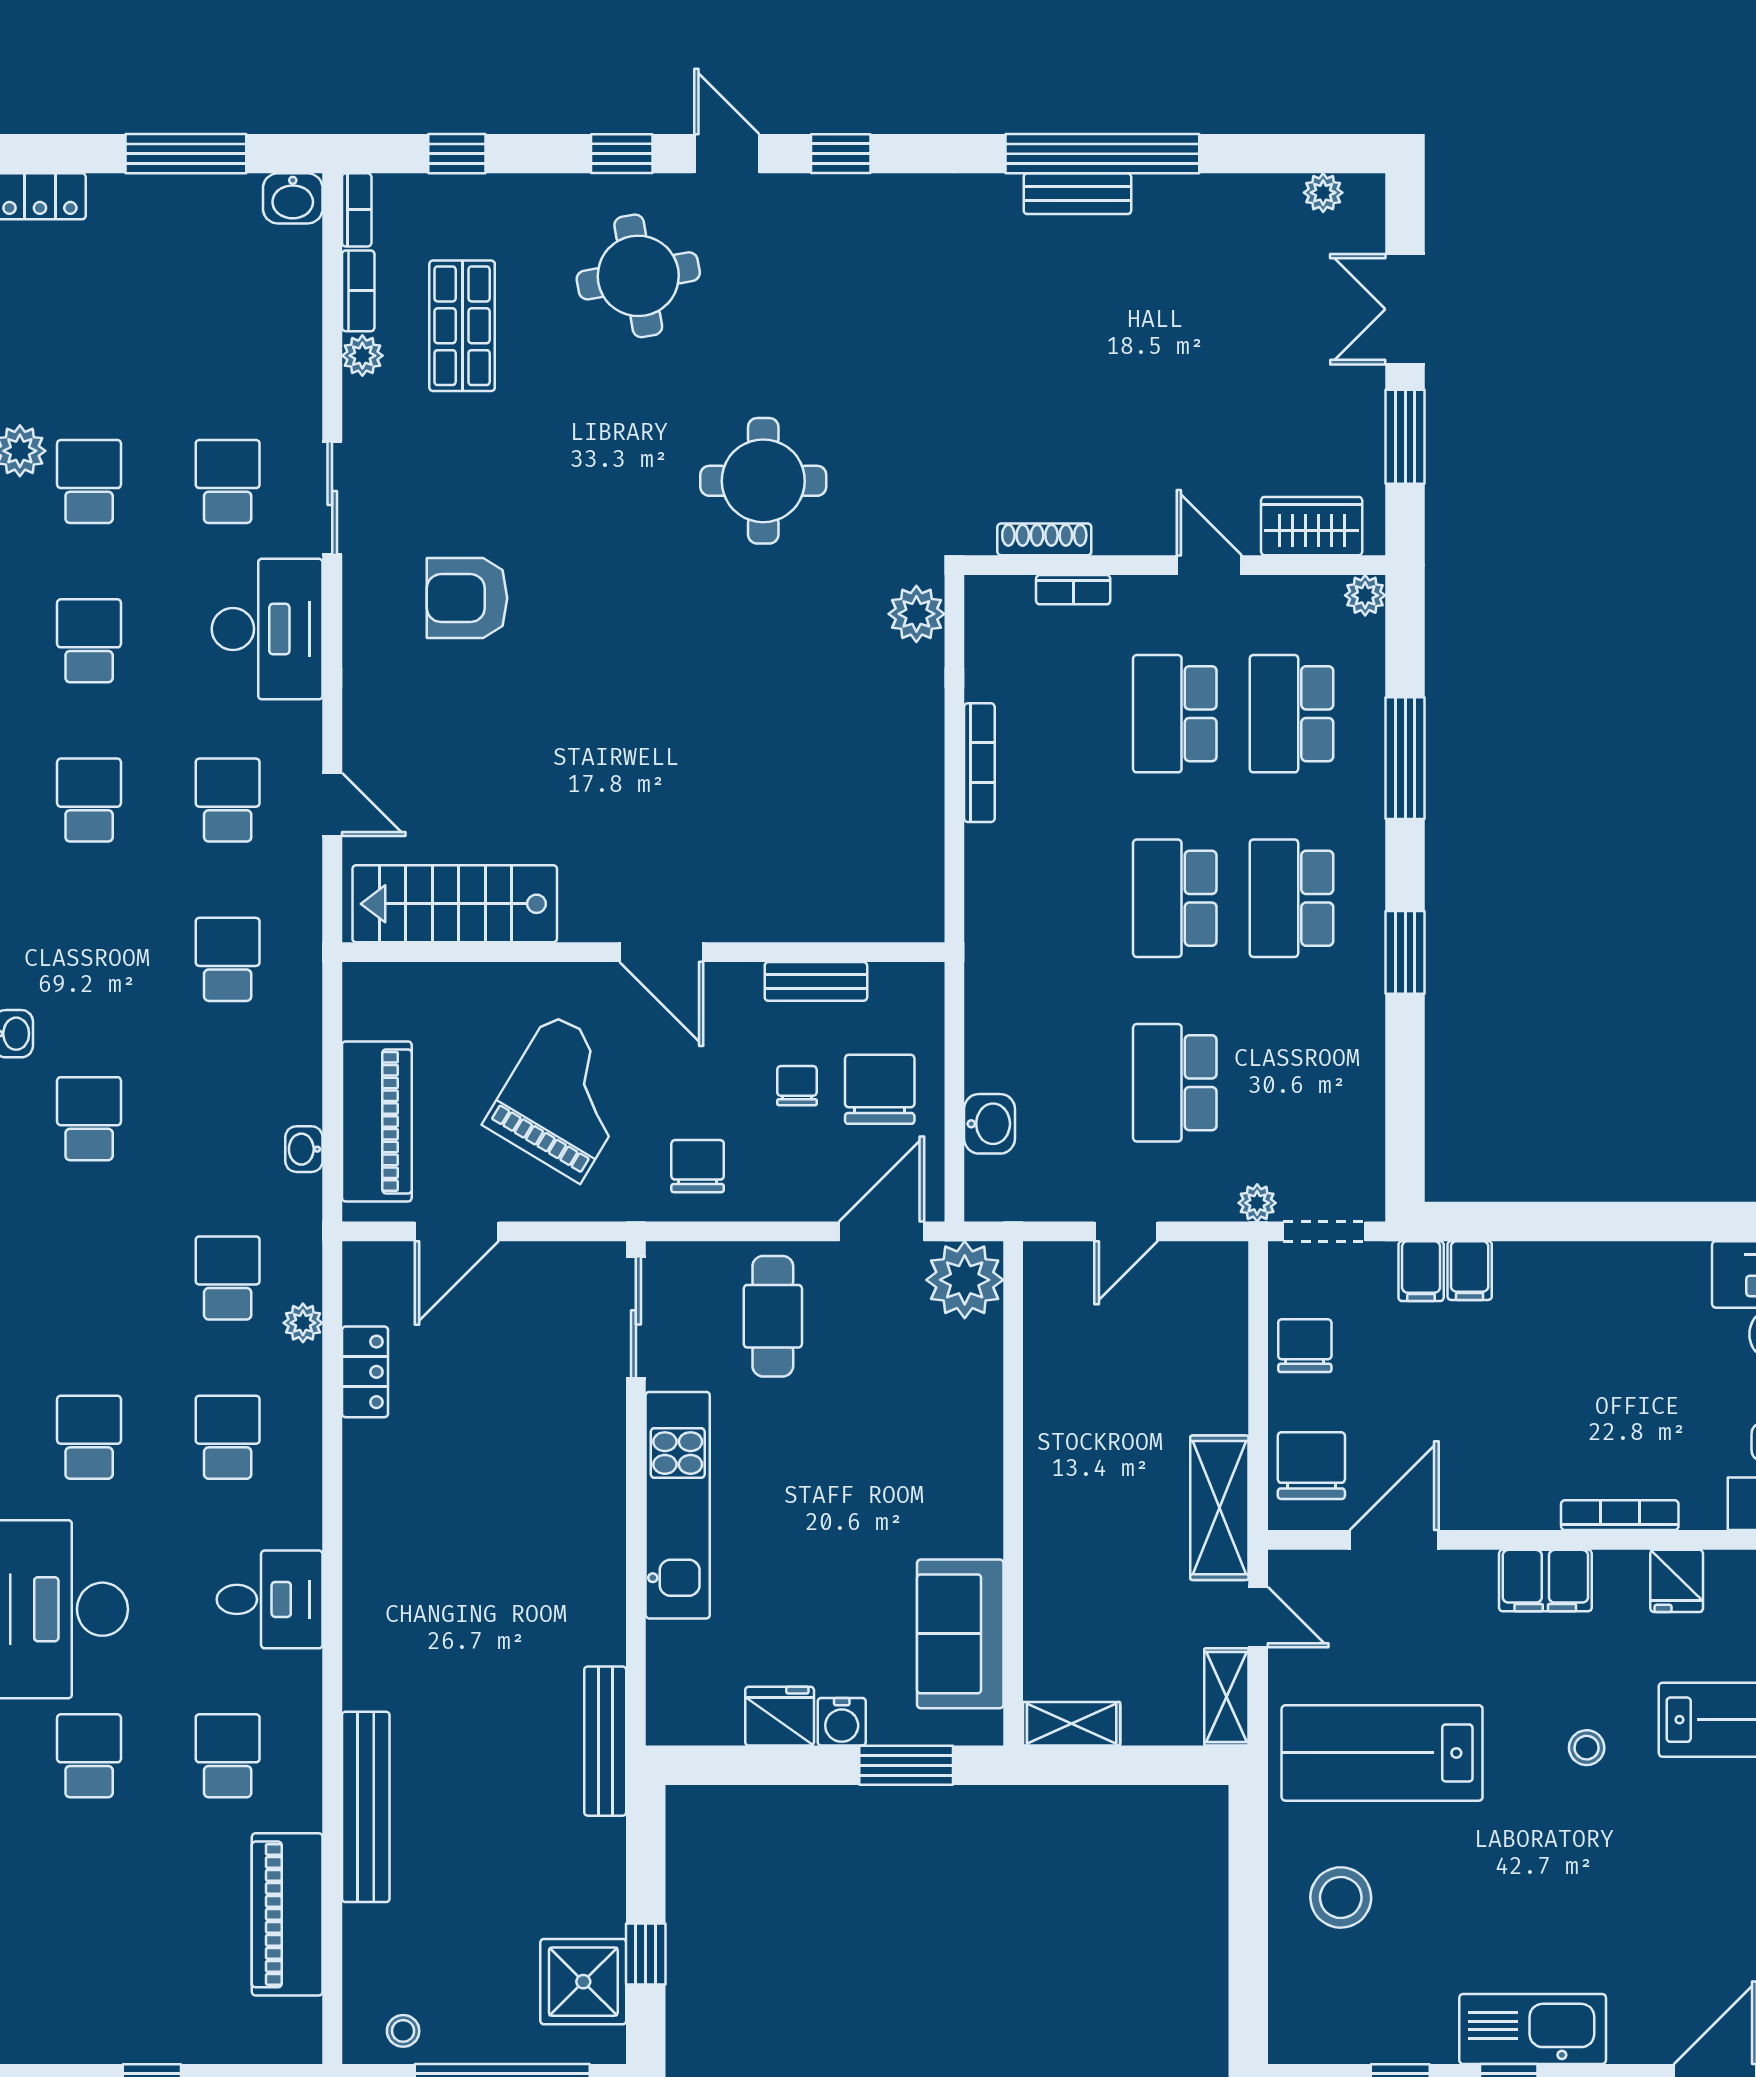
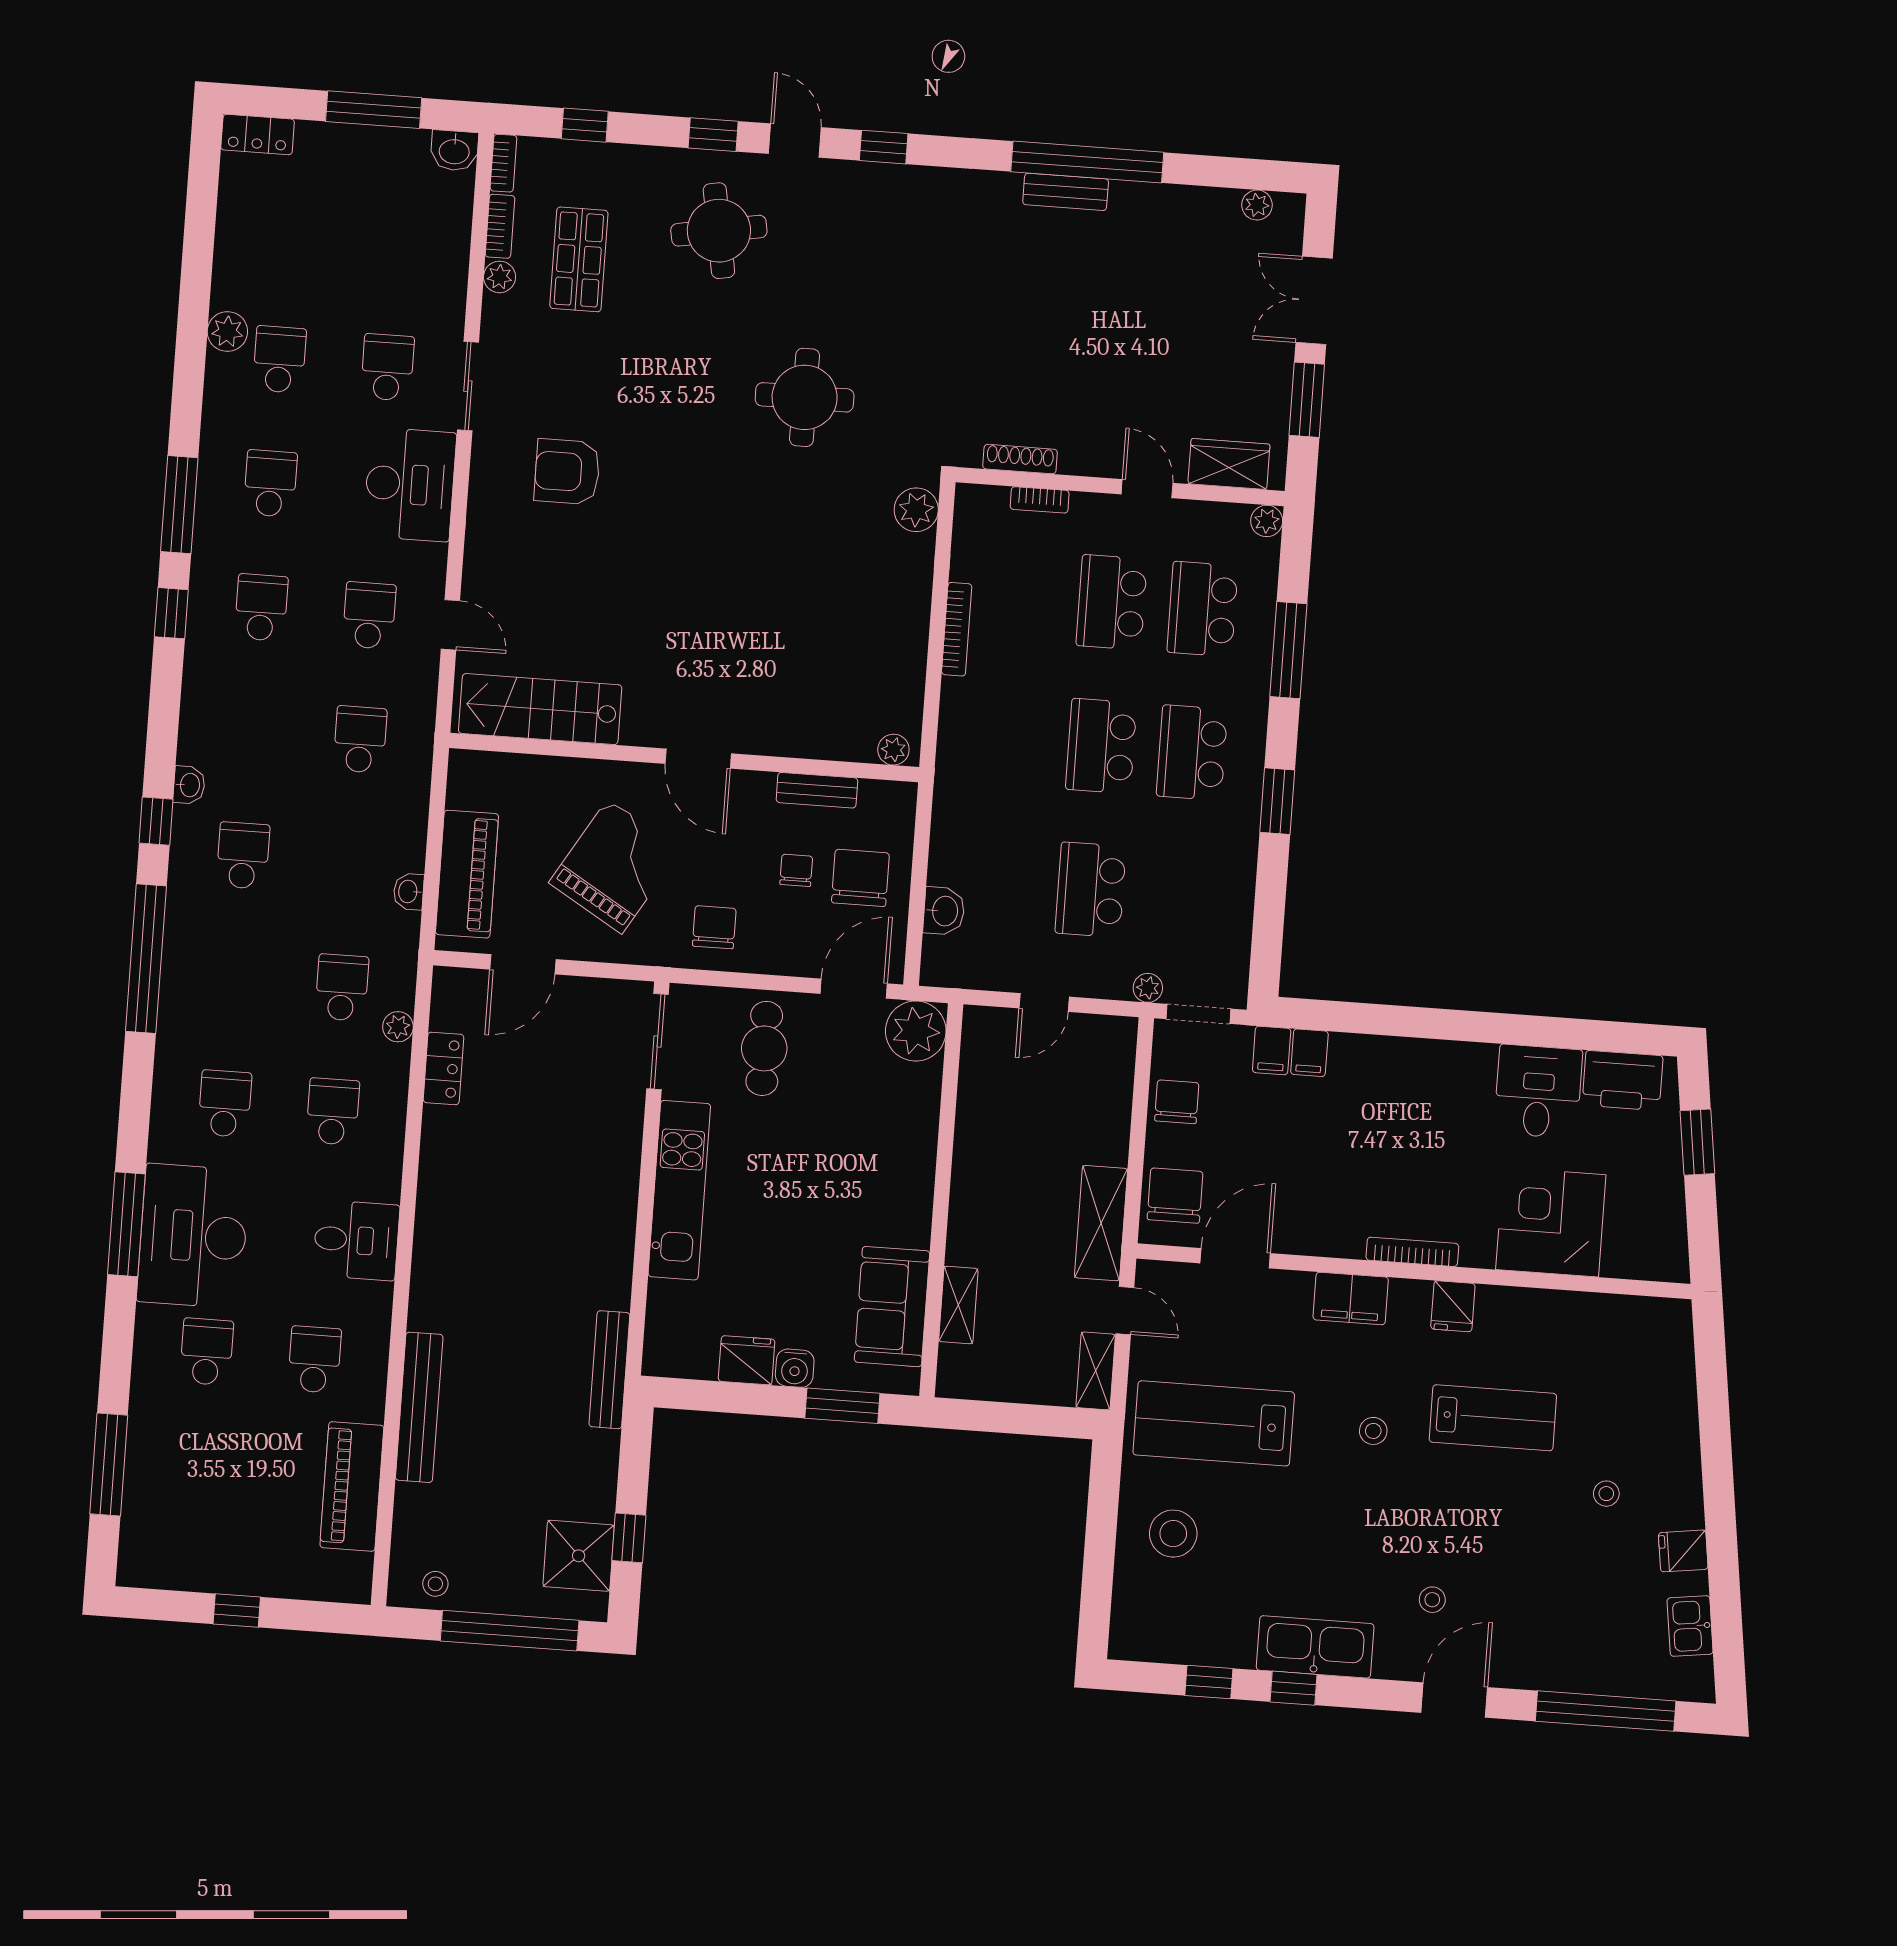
plant: (910, 922) -> (893, 750), added
shelving: (1072, 1724) -> (958, 1305), moved, turned 90
stool: (1678, 1958) -> (1432, 1600), added

